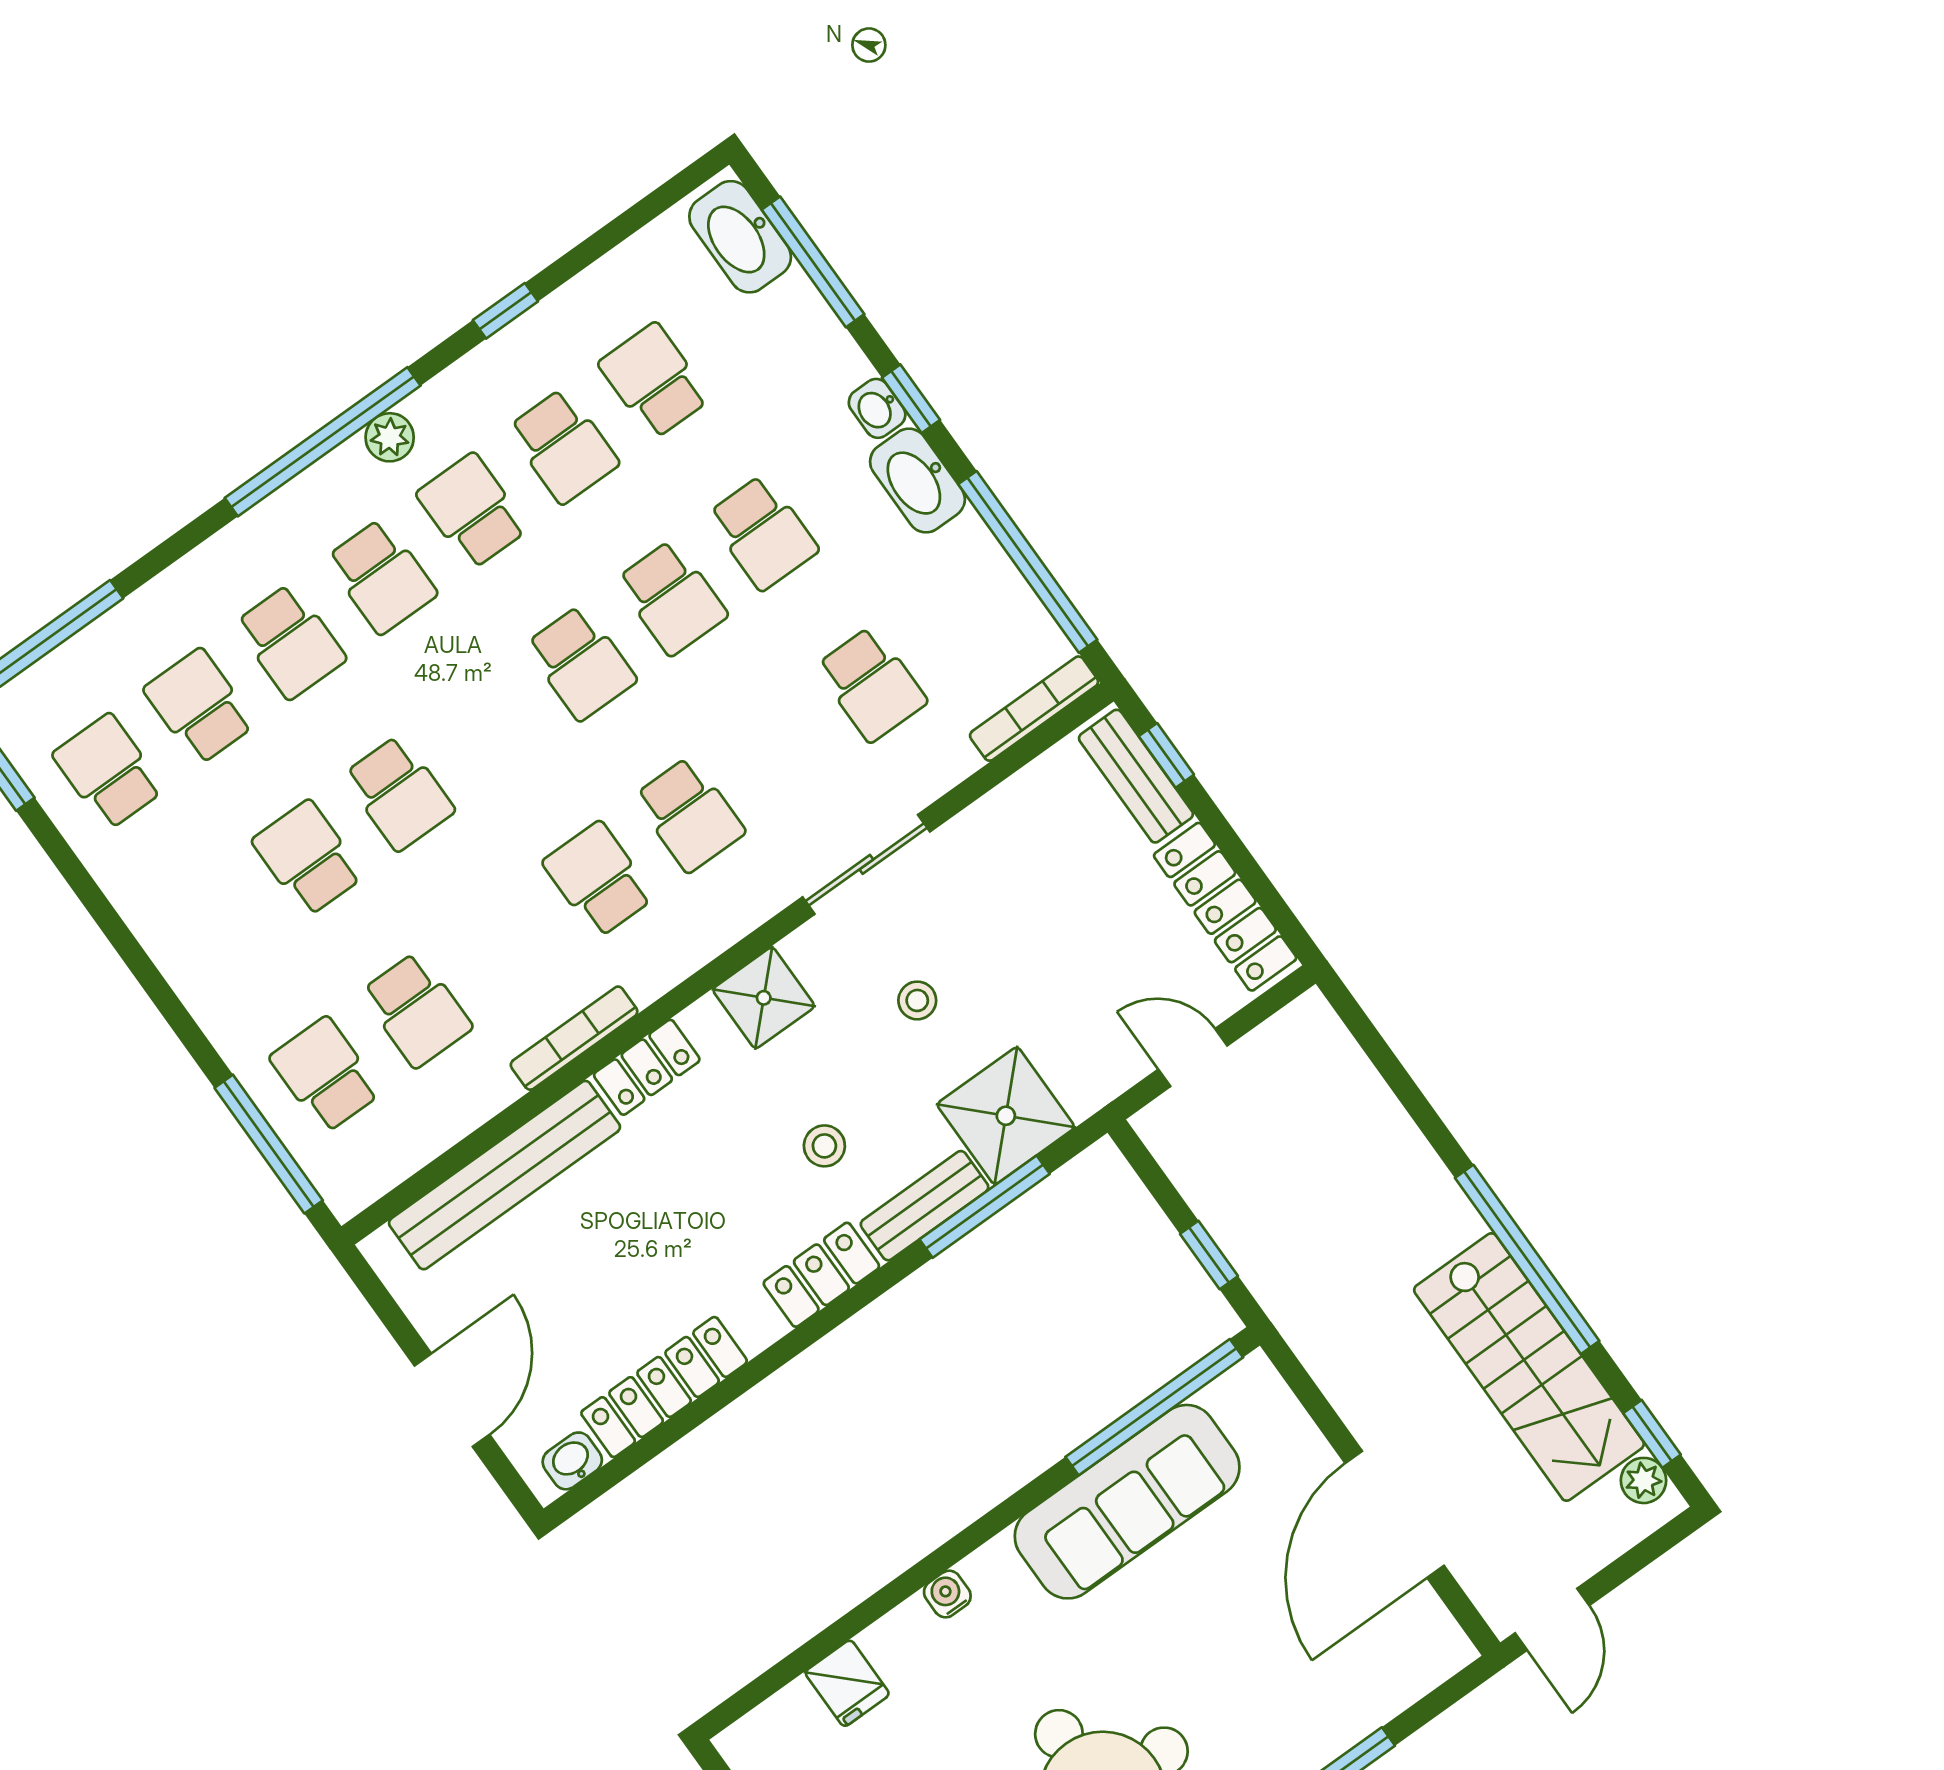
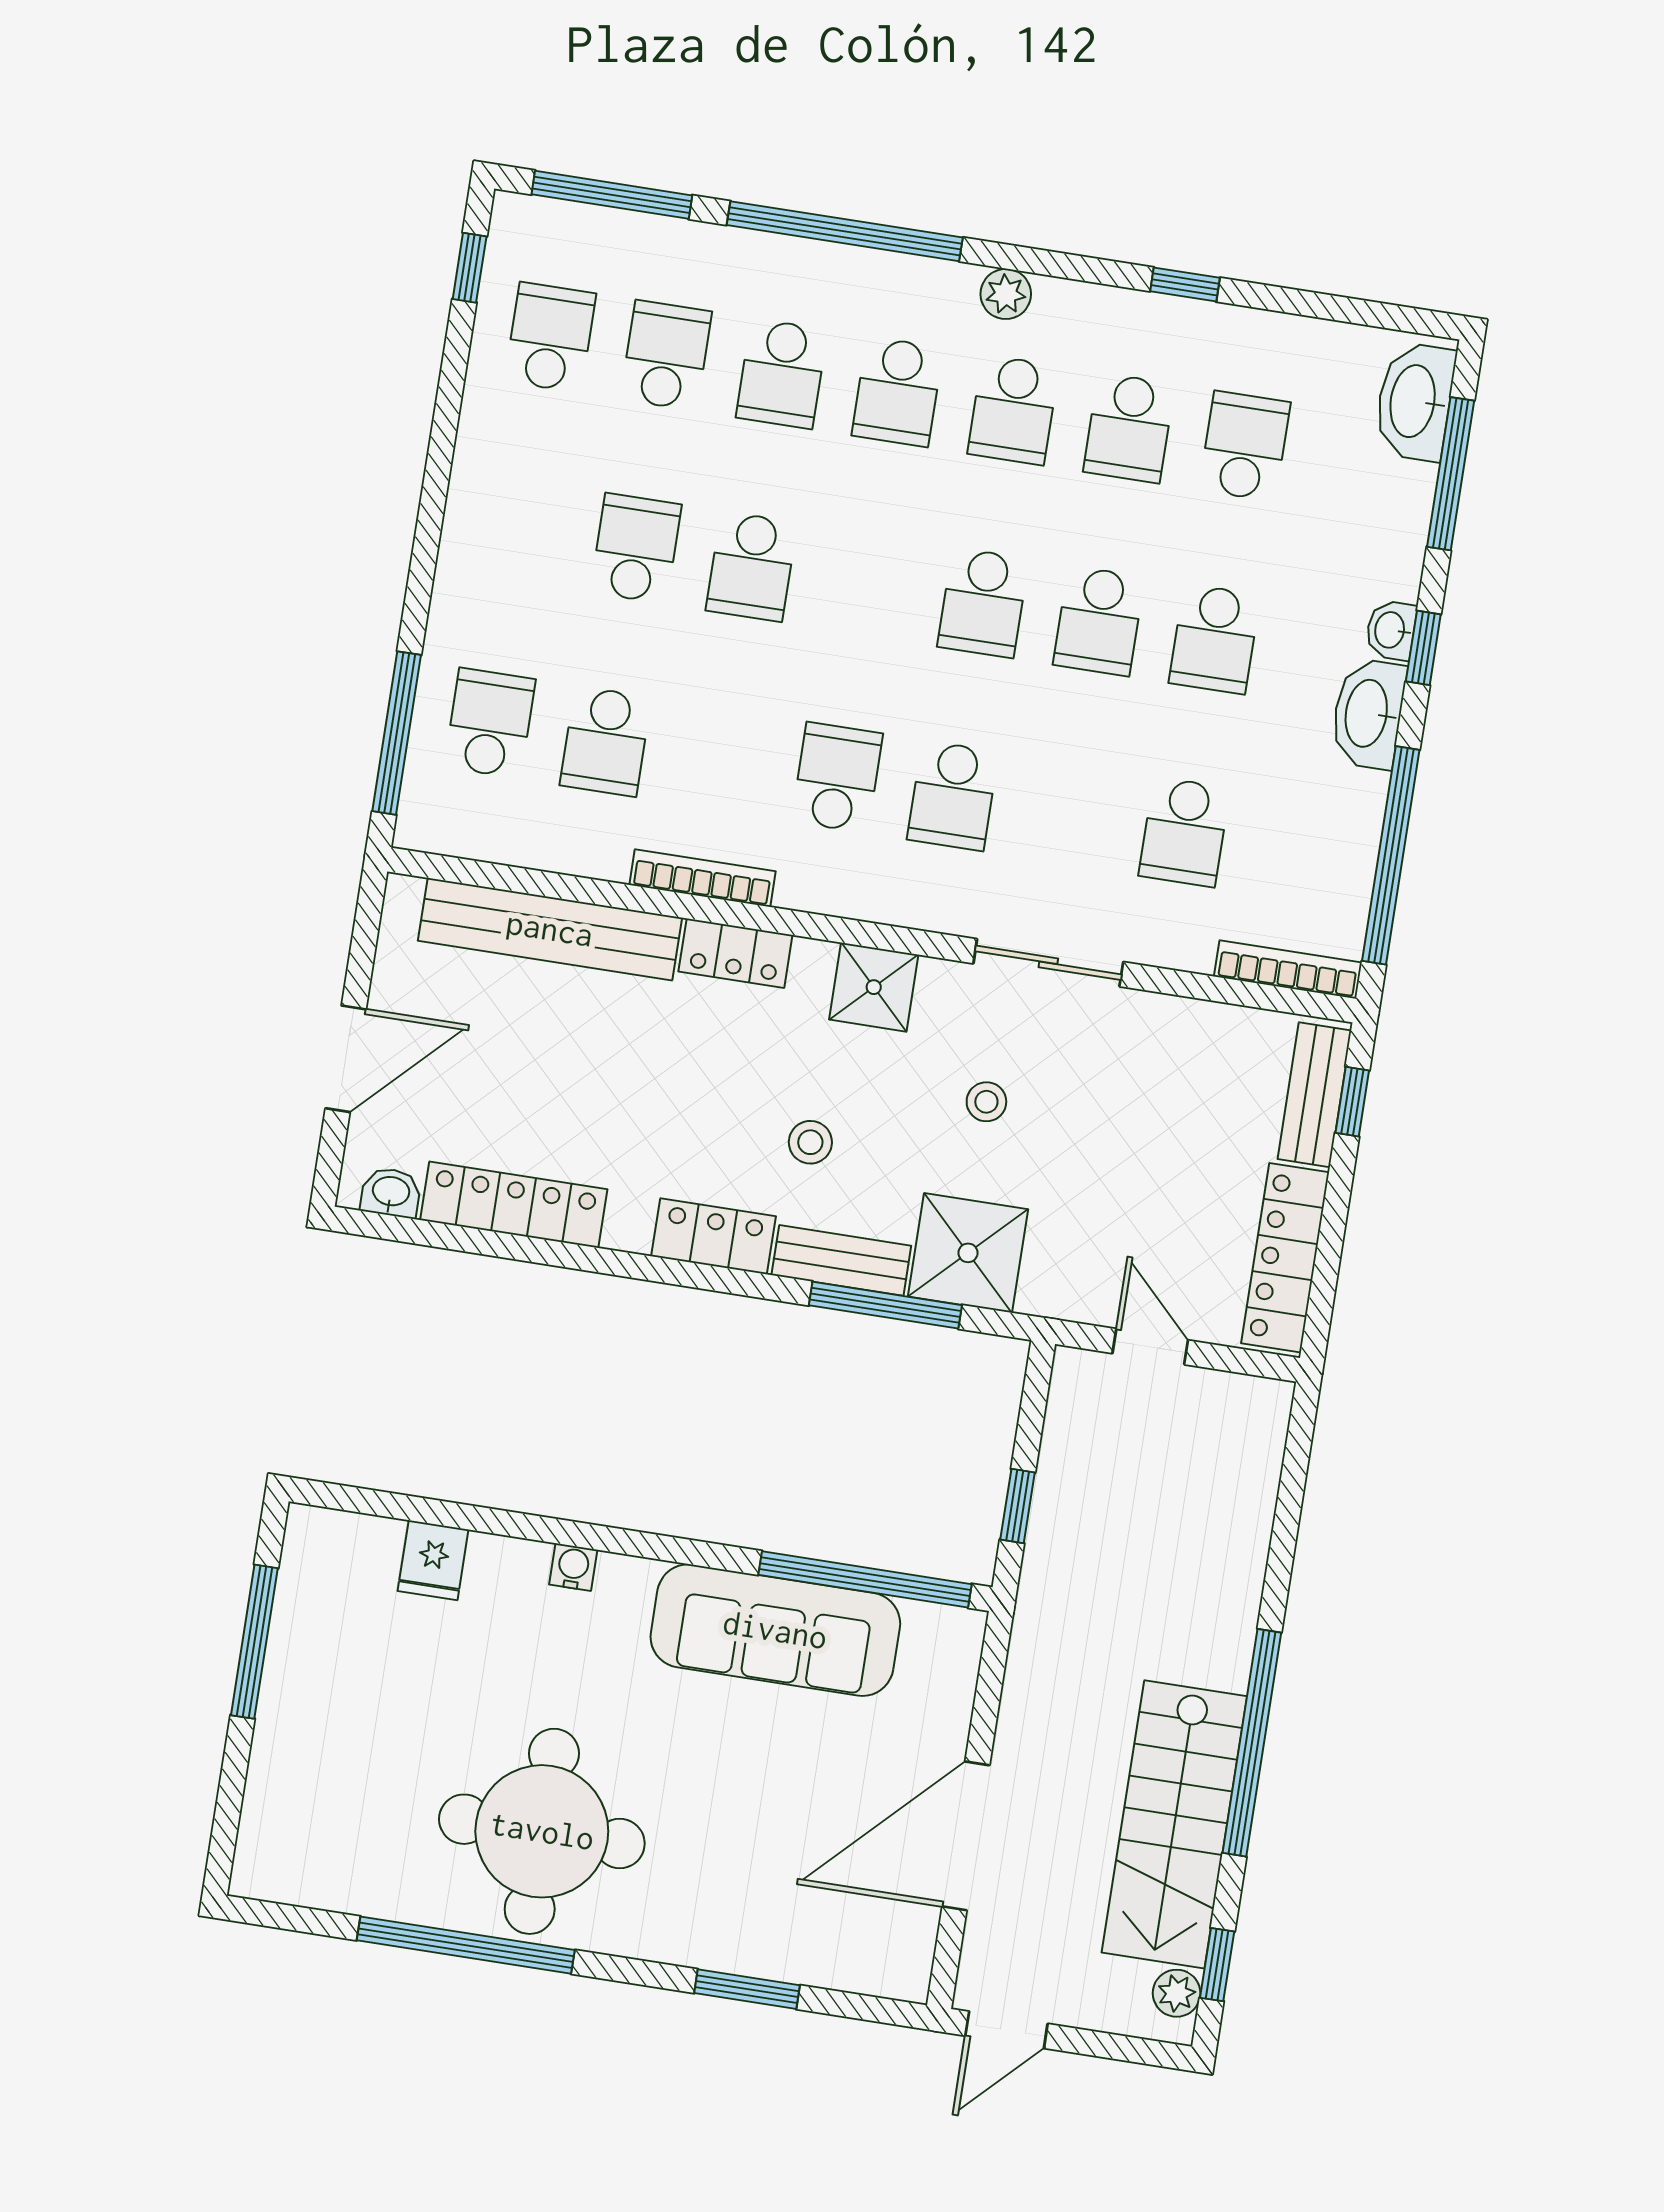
window: (323, 442) -> (845, 231), moved
school desk: (472, 511) -> (1013, 410), turned 180

